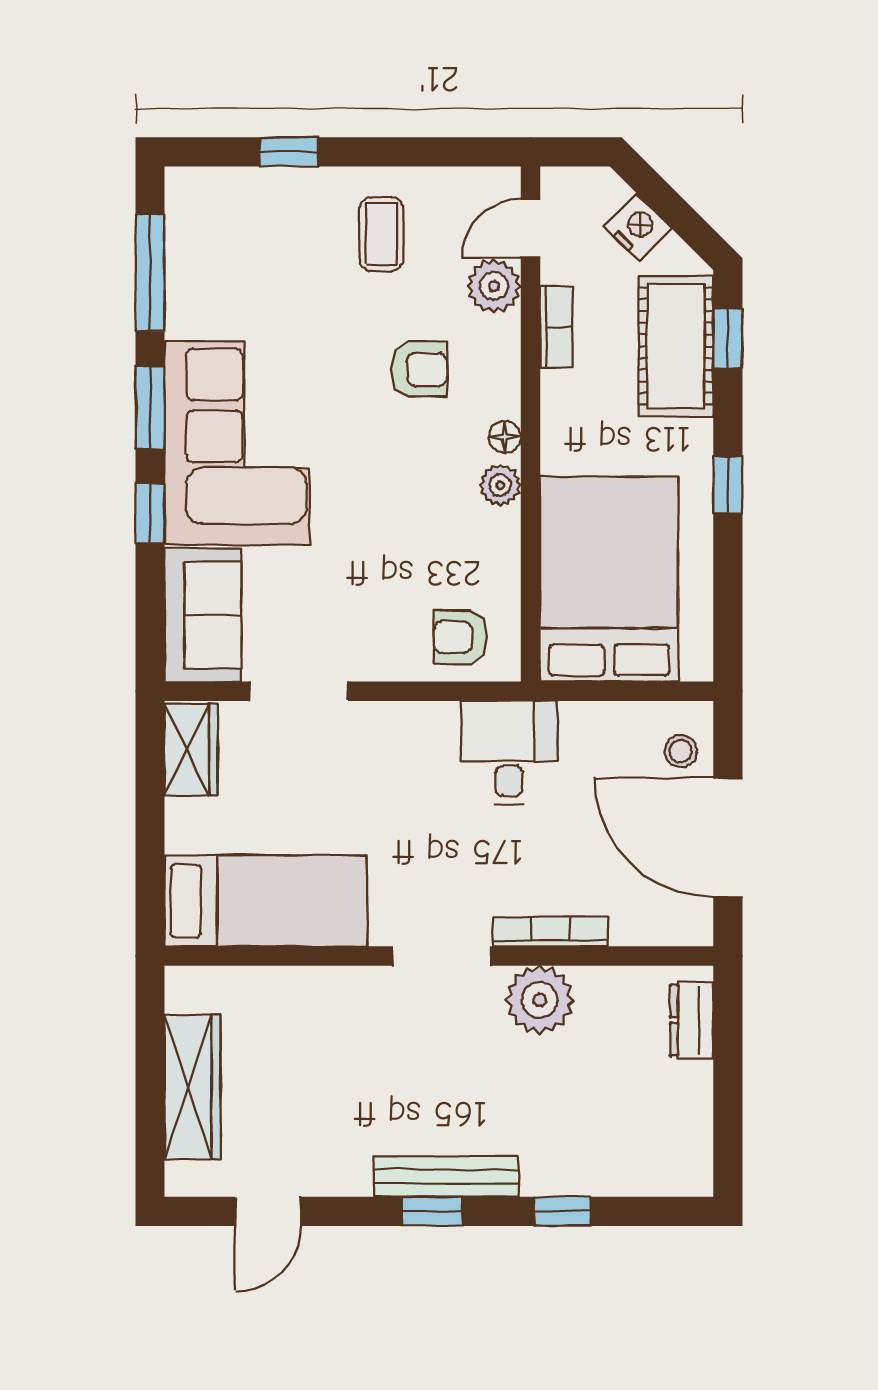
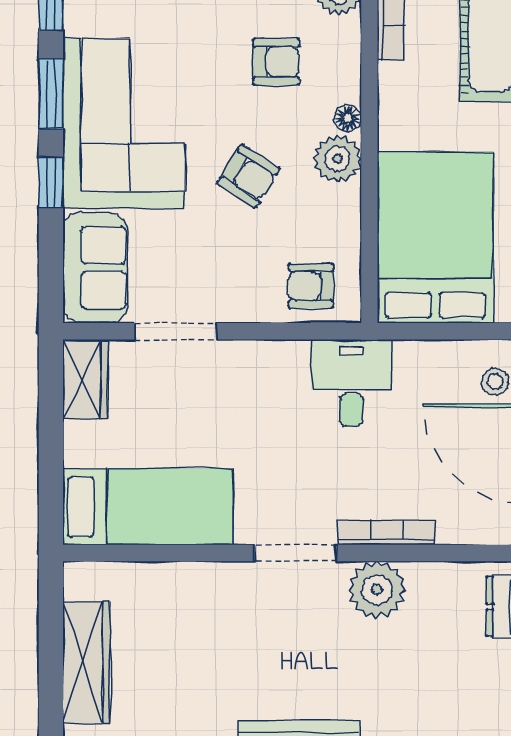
plant: (500, 485) -> (338, 159), width x1.38, depth x1.38
armchair: (386, 506) -> (248, 176), added

